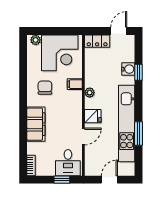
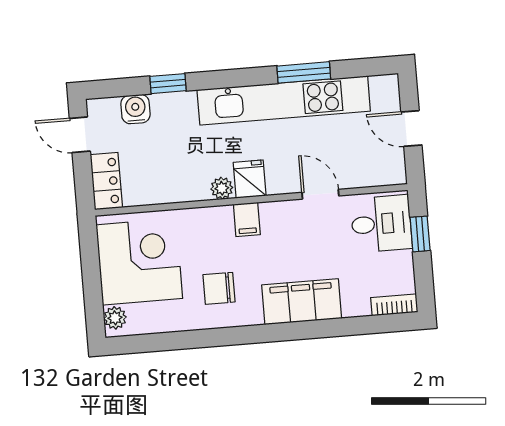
water cooler: (128, 69) -> (135, 109), moved
filing cabinet: (75, 84) -> (247, 219), moved
fridge: (93, 116) -> (250, 179), moved

